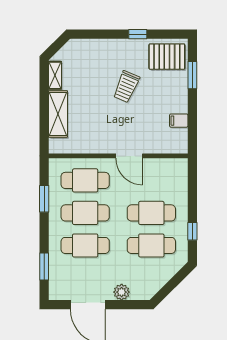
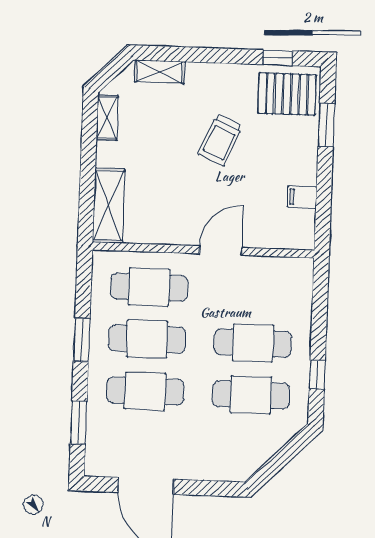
window: (138, 34) -> (278, 58), moved
shelving: (87, 45) -> (160, 72), added
shelving: (58, 114) -> (109, 206), moved
door: (129, 156) -> (221, 251), swing flipped
window: (44, 199) -> (82, 340), moved
plant: (122, 292) -> (201, 468), removed

